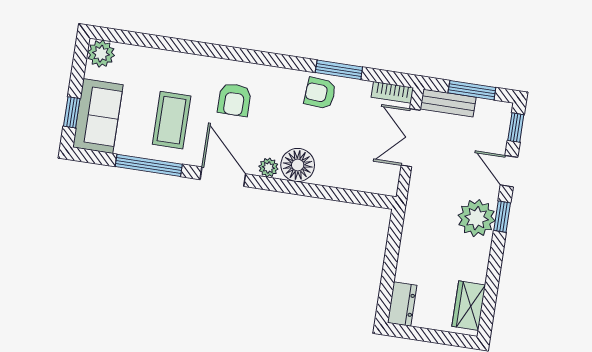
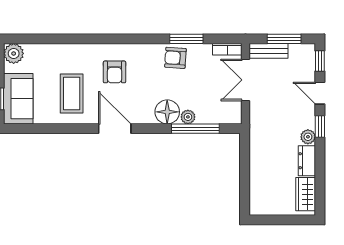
window: (149, 165) -> (195, 129), moved
plant: (268, 168) -> (188, 117), moved
plant: (477, 218) -> (308, 137), width x0.53, depth x0.53
dresser: (402, 304) -> (307, 161), moved, turned 180

